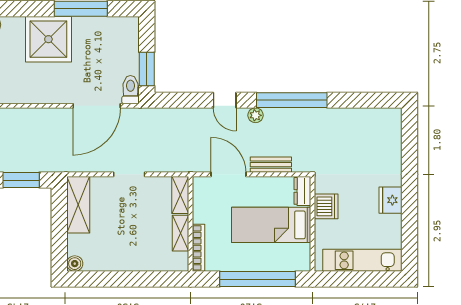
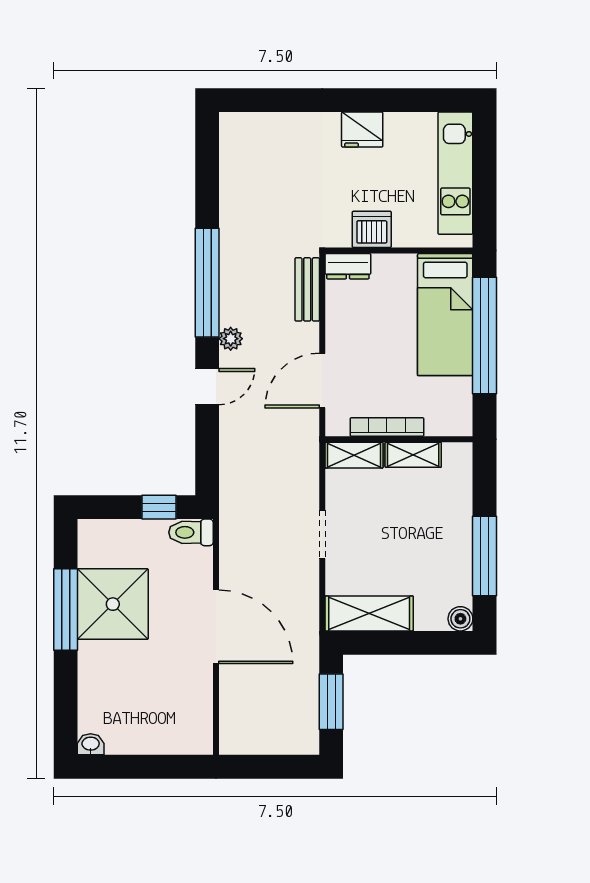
shower: (48, 39) -> (113, 604), moved
window: (147, 69) -> (159, 507), width x0.67
door: (97, 106) -> (216, 627), moved
bench: (271, 165) -> (307, 289), moved
bed: (271, 225) -> (445, 314), moved
bookcase: (199, 248) -> (387, 427), moved
window: (115, 279) -> (484, 556), added

